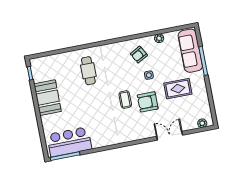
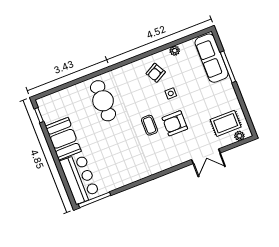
cafe table: (88, 71) -> (103, 101), width x1.37, depth x1.35
rug: (178, 89) -> (226, 123), moved
double door: (170, 136) -> (206, 156), swing flipped
bar counter: (69, 142) -> (80, 178), moved, turned 90

